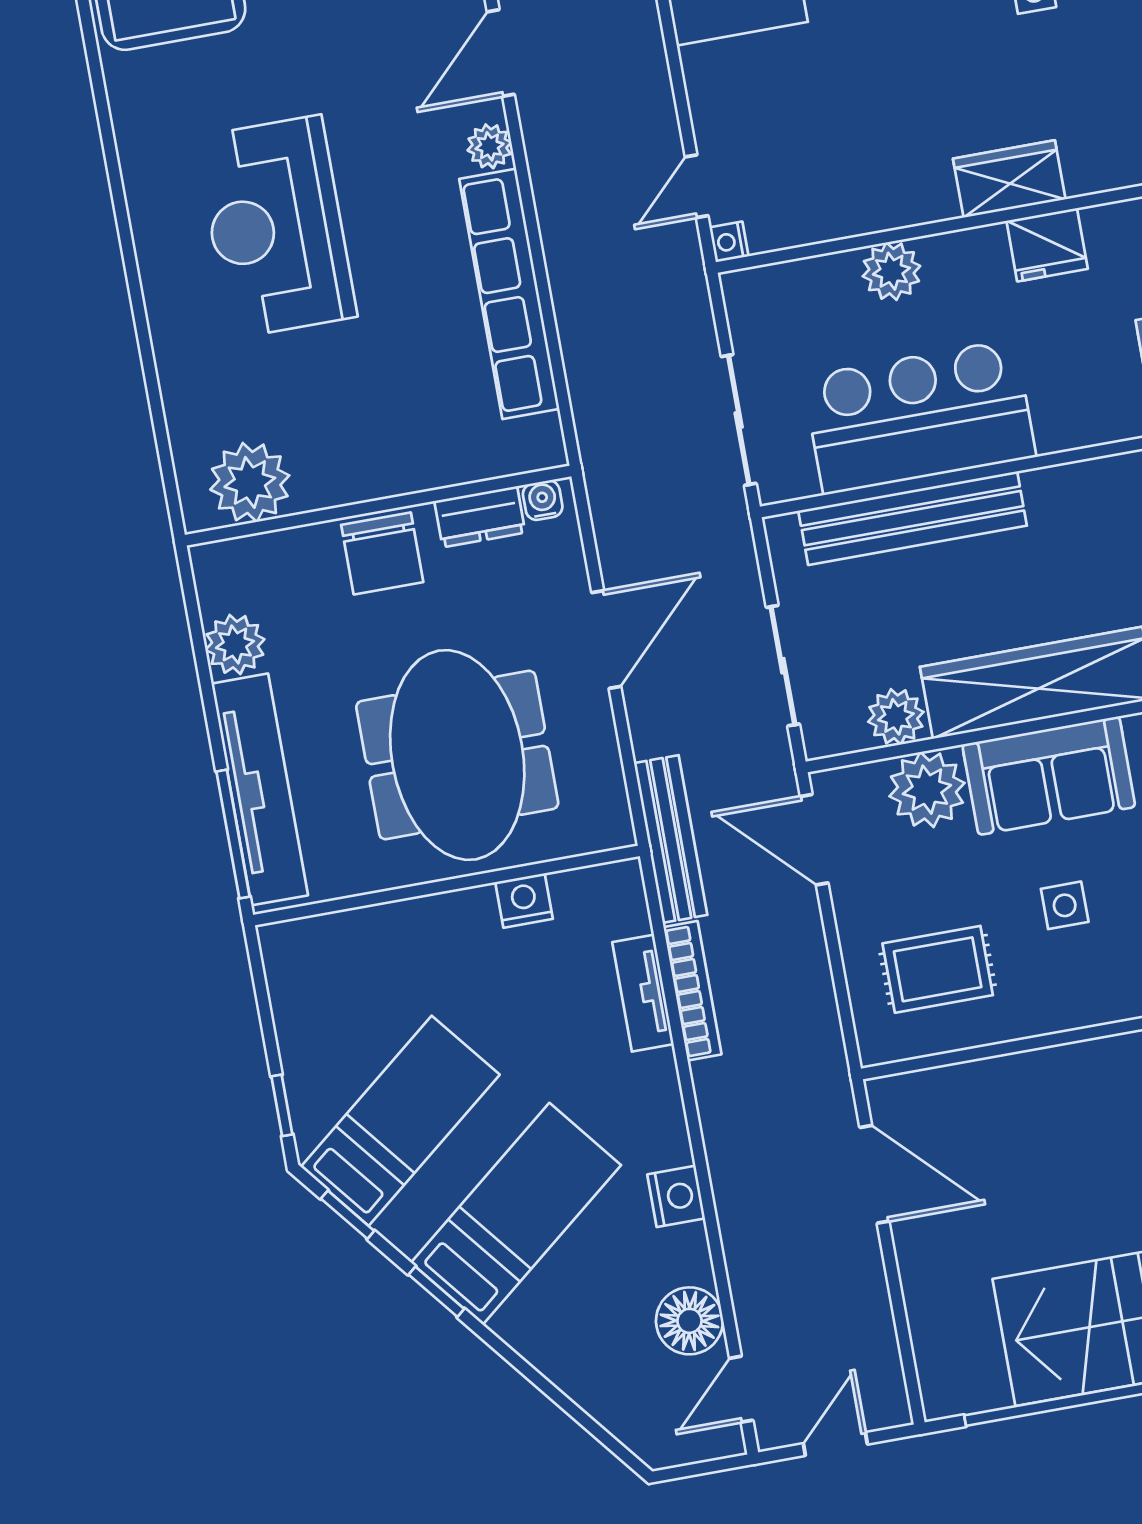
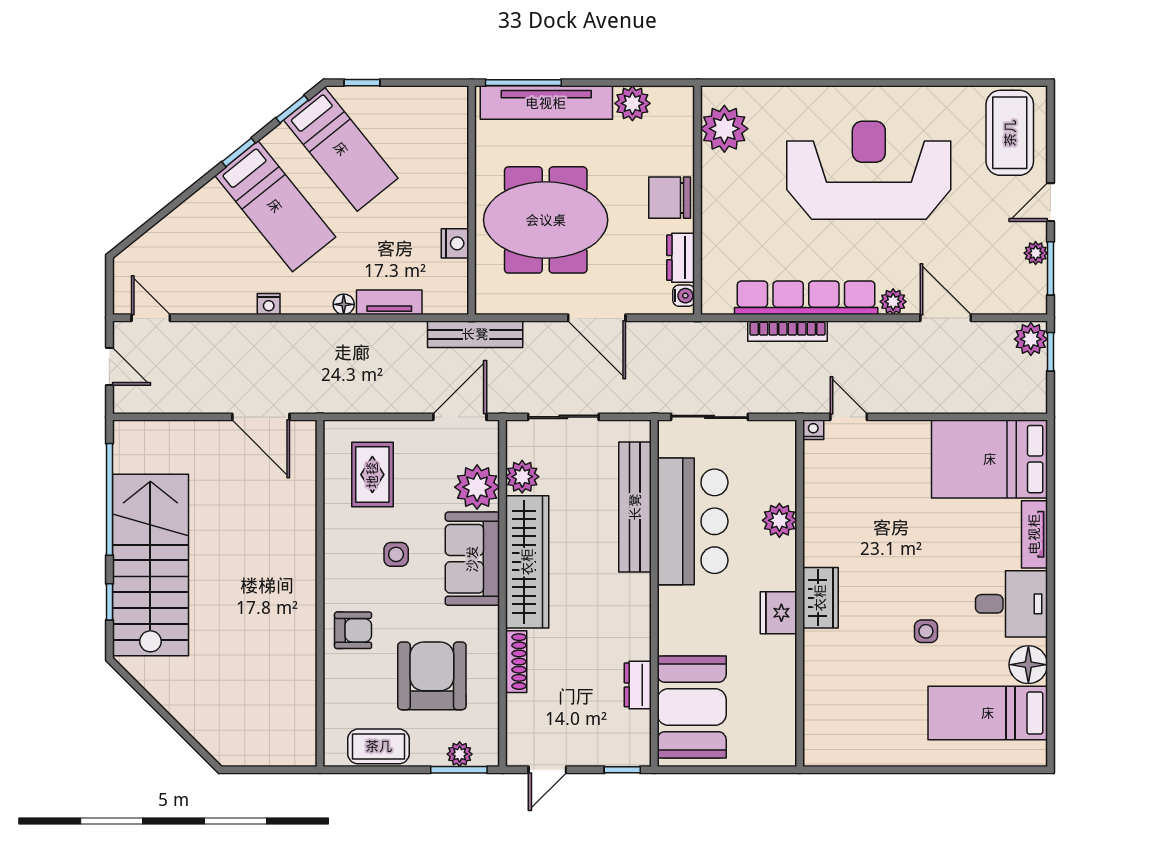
reception desk: (276, 227) -> (869, 170), width x1.36, depth x1.30
bookcase: (692, 991) -> (788, 331), moved
door: (874, 1174) -> (261, 417), hinge flipped
nightstand: (676, 1196) -> (269, 304), width x0.72, depth x0.74
floor lamp: (689, 1321) -> (344, 304), moved, width x0.53, depth x0.53

